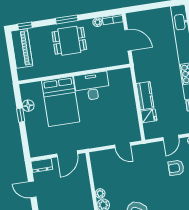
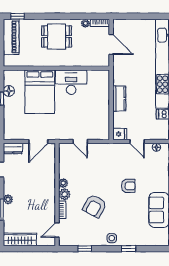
window: (67, 19) -> (57, 16), removed
fridge: (149, 116) -> (120, 134), moved
door: (171, 138) -> (137, 141), hinge flipped
door: (123, 145) -> (80, 141), moved
armchair: (176, 168) -> (128, 186), moved, turned 180

